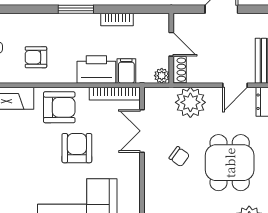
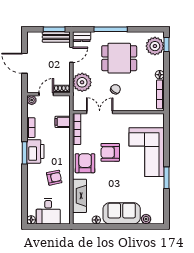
armchair: (36, 57) -> (54, 178), turned -102
printer: (96, 69) -> (35, 151), moved, turned 180
plant: (162, 76) -> (32, 100), moved
door: (235, 85) -> (71, 55), hinge flipped
double door: (142, 131) -> (100, 112), swing flipped

